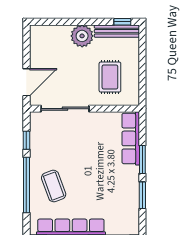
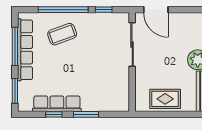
rug: (110, 77) -> (165, 99), moved
row of seats: (131, 138) -> (57, 104), moved
window: (142, 195) -> (54, 114), width x0.67

